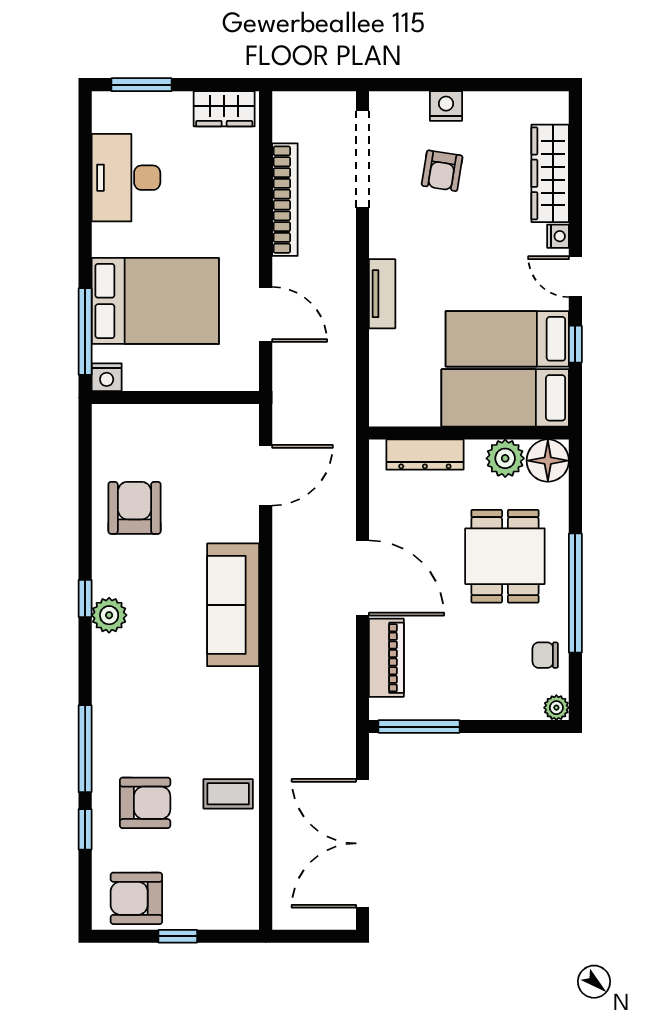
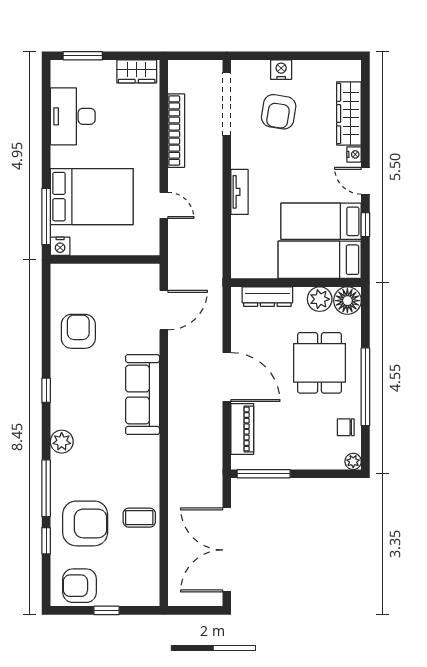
armchair: (442, 171) -> (279, 112), width x1.38, depth x1.38
door: (266, 314) -> (164, 205), width x0.73
plant: (109, 615) -> (62, 442), moved
armchair: (145, 803) -> (85, 523), width x1.36, depth x1.36

